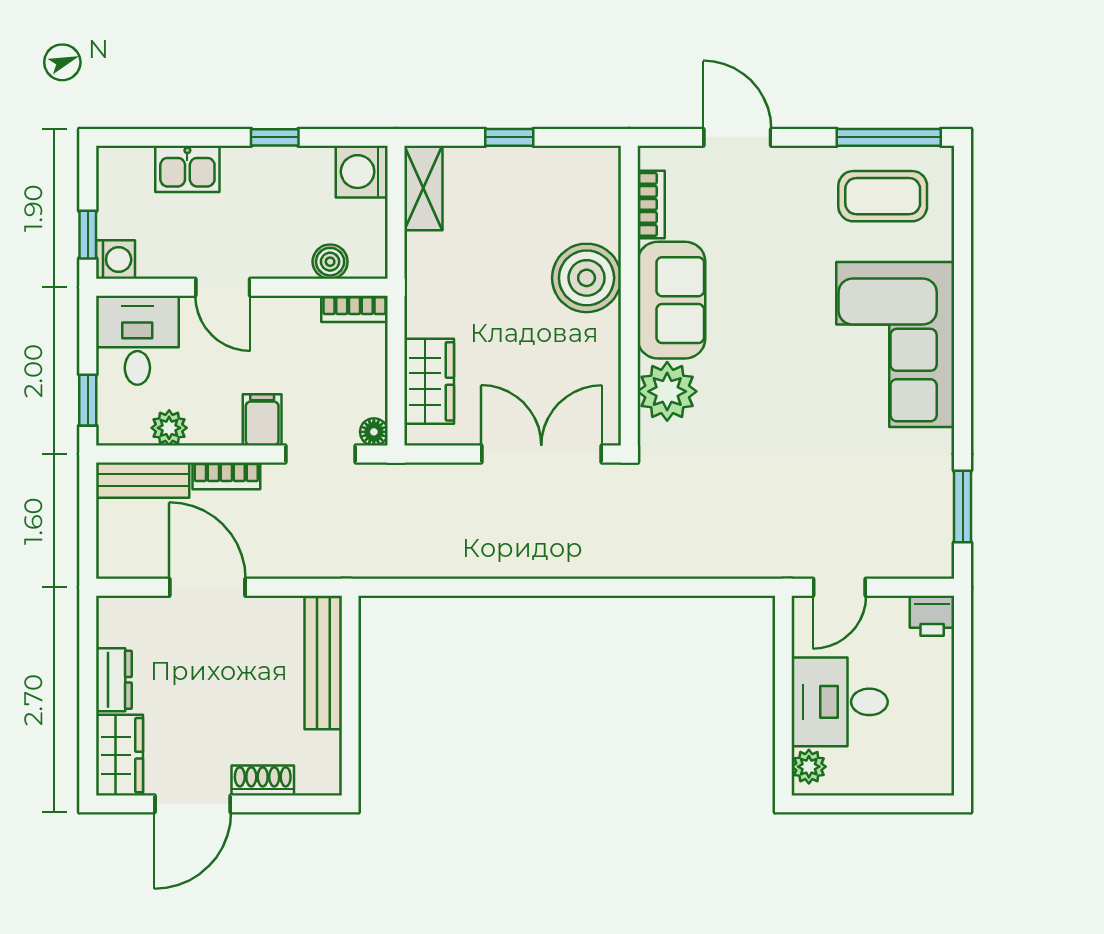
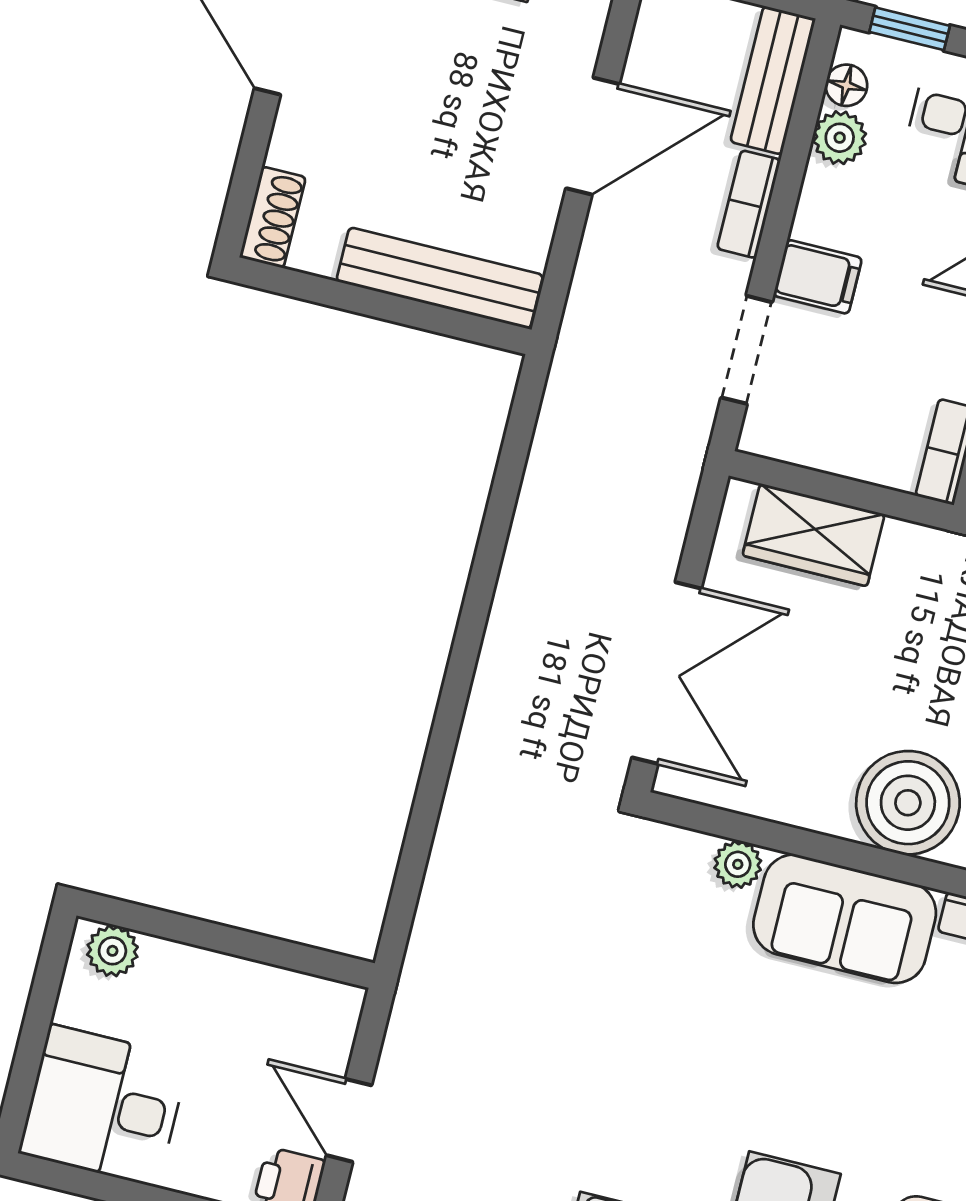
plant: (667, 391) -> (738, 864), width x0.53, depth x0.53
floor lamp: (374, 432) -> (846, 85), moved
door: (839, 587) -> (349, 1120), moved
desk: (840, 702) -> (104, 1105), moved, turned -90
shoe rack: (263, 780) -> (273, 217), moved

